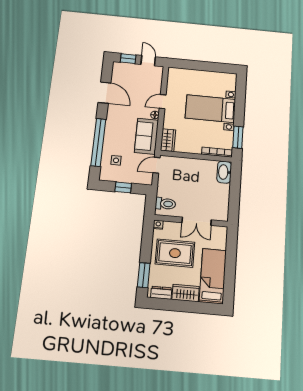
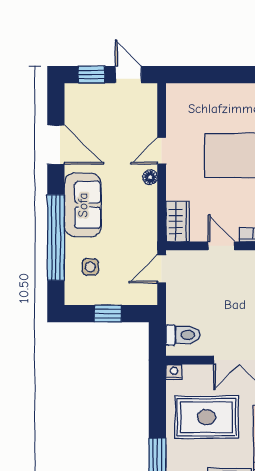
sofa: (146, 136) -> (83, 205), moved, turned 180
door: (191, 156) -> (221, 246), added

